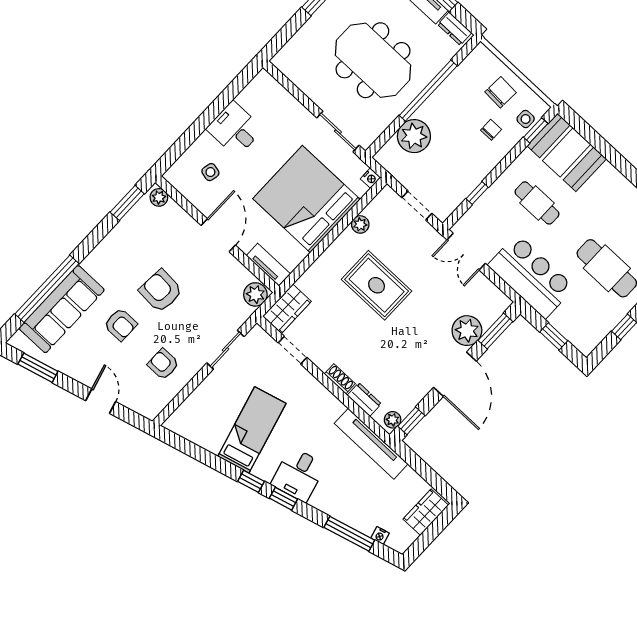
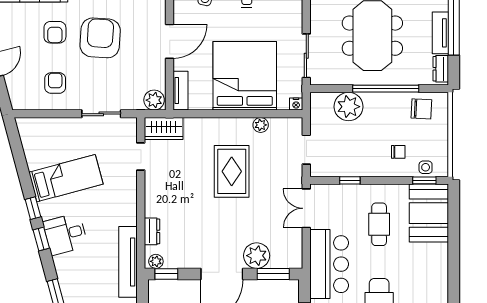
chair: (501, 92) -> (421, 109), moved
armchair: (161, 291) -> (100, 38), width x1.36, depth x1.36
shoe rack: (340, 379) -> (151, 204), removed

